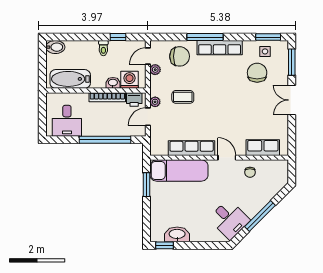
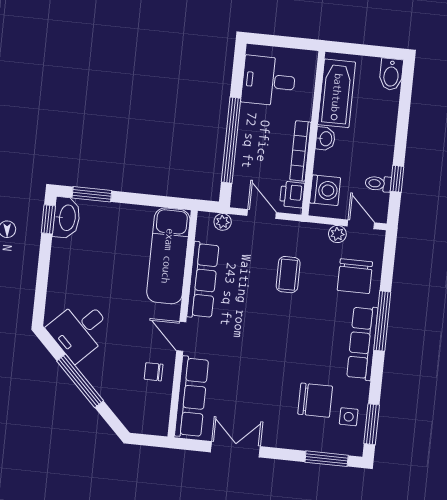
toilet: (103, 48) -> (378, 184), moved
washbasin: (113, 83) -> (325, 139), moved
double door: (292, 100) -> (235, 449), moved
plant: (155, 102) -> (223, 222), moved
row of seats: (263, 148) -> (192, 397), width x1.48
door: (227, 158) -> (181, 336), swing flipped
window: (146, 185) -> (92, 194), moved
washbasin: (177, 234) -> (67, 218), moved

